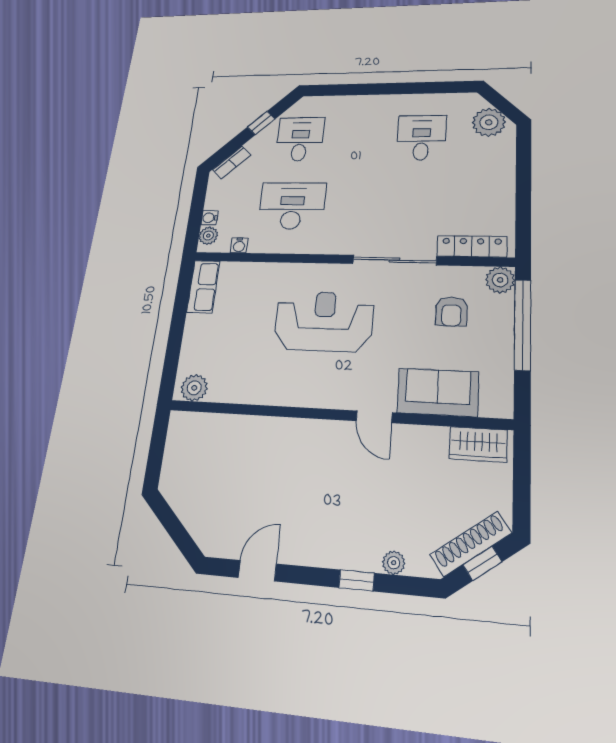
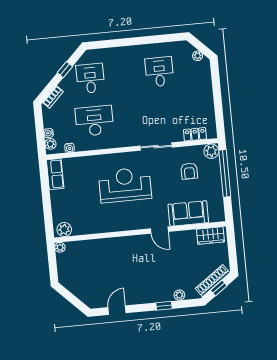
plant: (489, 122) -> (198, 56), width x0.53, depth x0.53
locker: (472, 246) -> (195, 134), width x0.66
sliding door: (394, 260) -> (156, 147), width x0.73
plant: (178, 420) -> (60, 247), added

